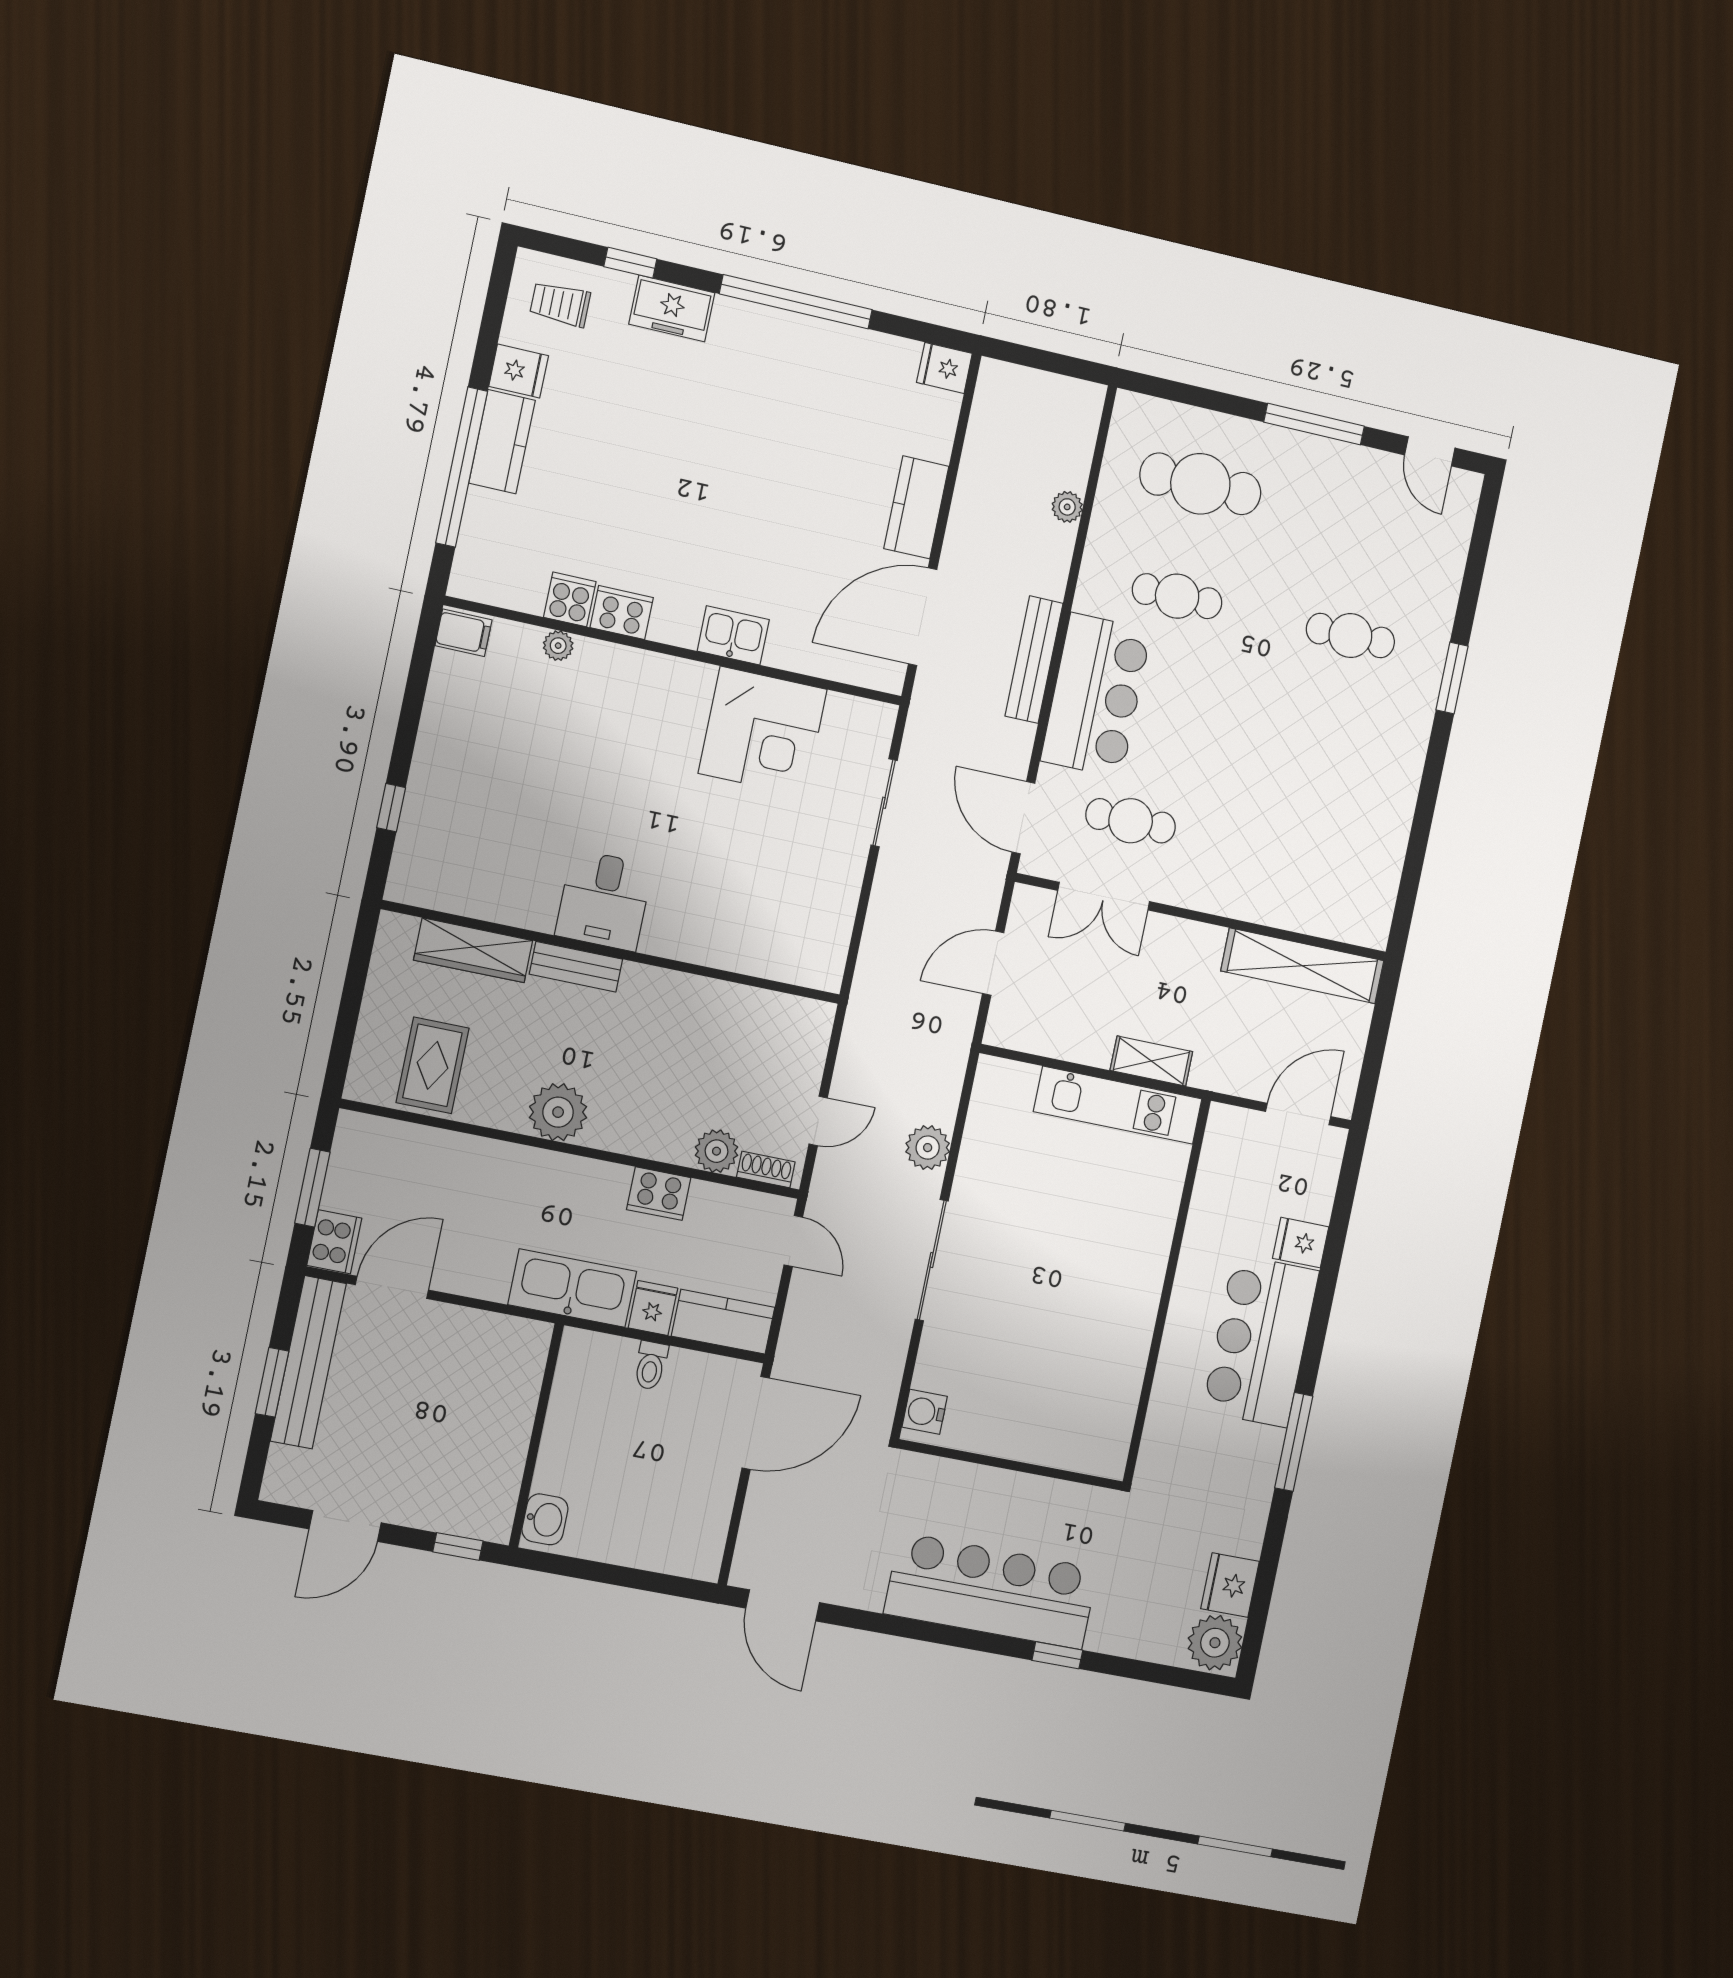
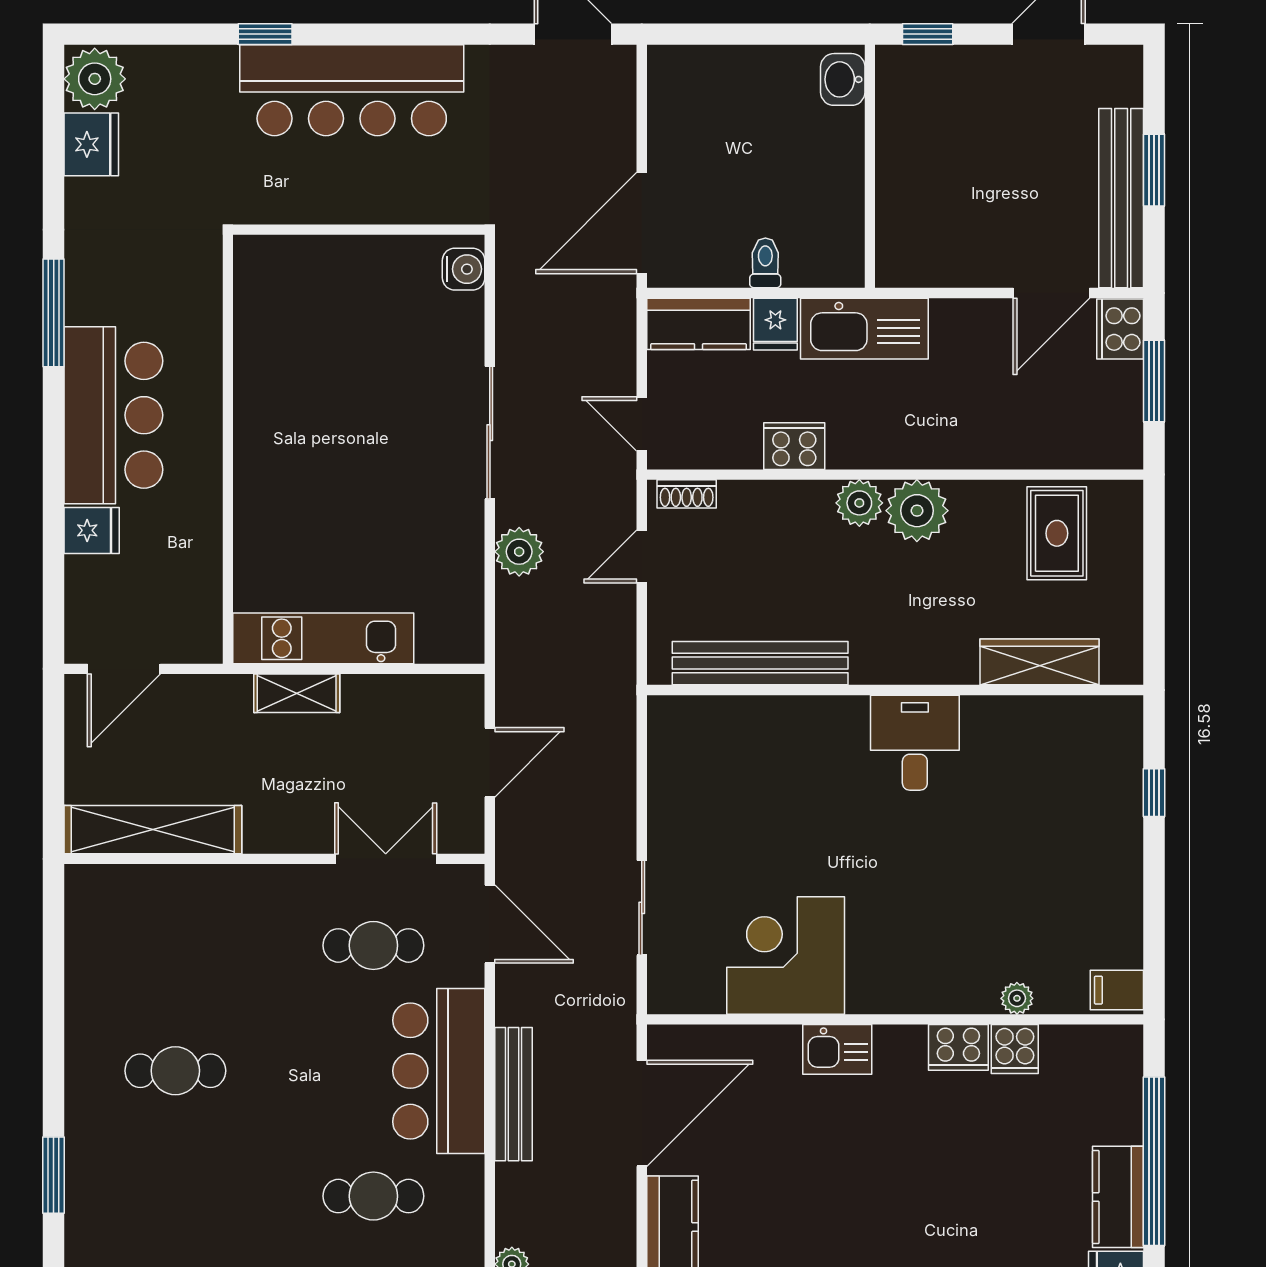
cafe table: (1350, 636) -> (175, 1071), moved
bench: (576, 967) -> (760, 663), moved, width x1.86, depth x1.21
plant: (716, 1151) -> (859, 503), moved

